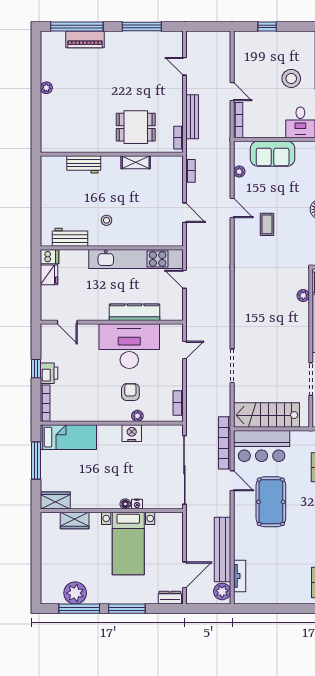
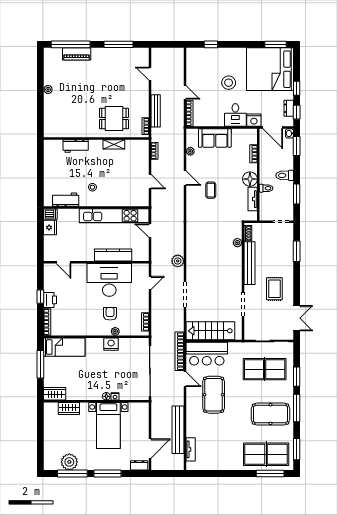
plant: (222, 591) -> (178, 261), moved

